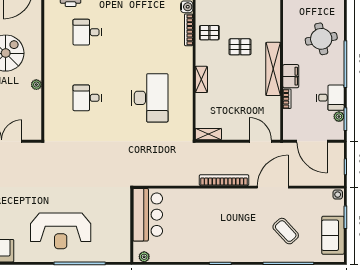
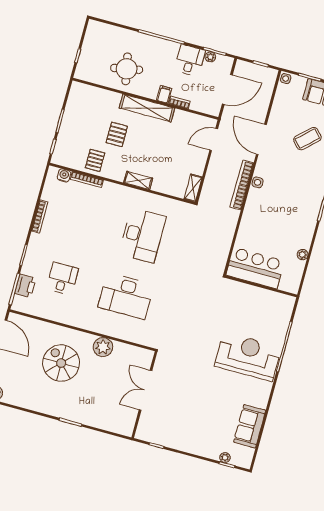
desk: (87, 32) -> (62, 279), turned 180
round table: (321, 39) -> (127, 69), moved
filing cabinet: (291, 76) -> (164, 94), width x0.50
plant: (36, 85) -> (103, 347), width x1.87, depth x1.87
desk: (87, 98) -> (126, 296), width x1.87, depth x1.30
desk: (150, 98) -> (142, 235), turned 90
side table: (231, 195) -> (258, 182), added
reception desk: (61, 231) -> (248, 357), turned -90
plant: (144, 257) -> (303, 255), moved

